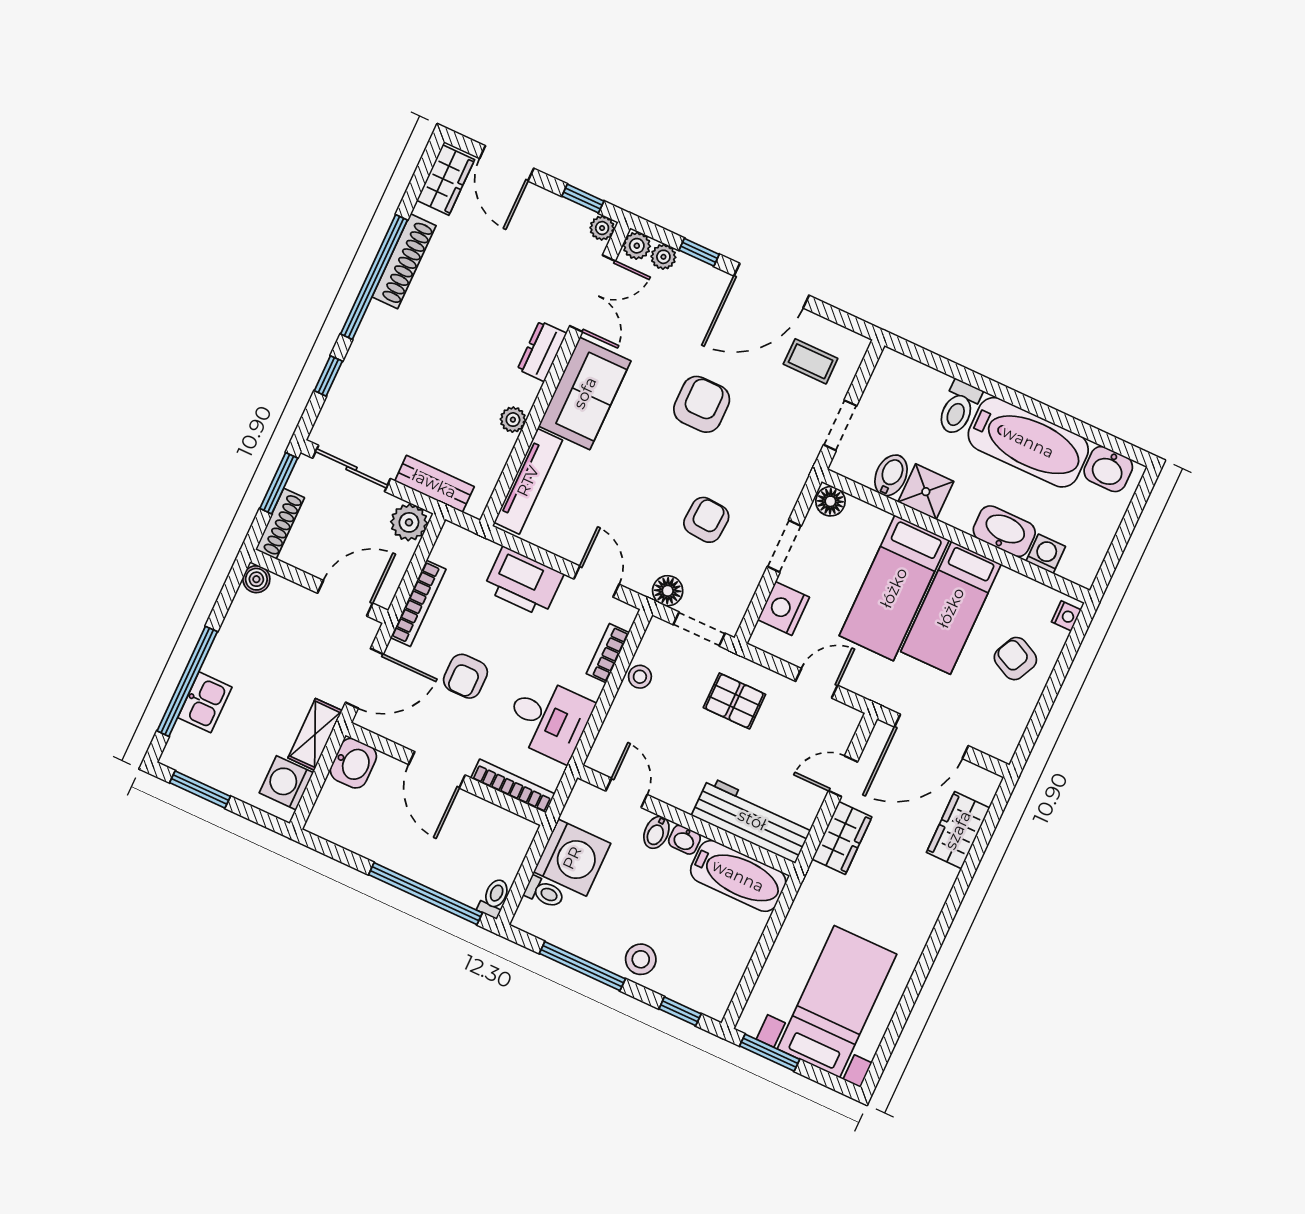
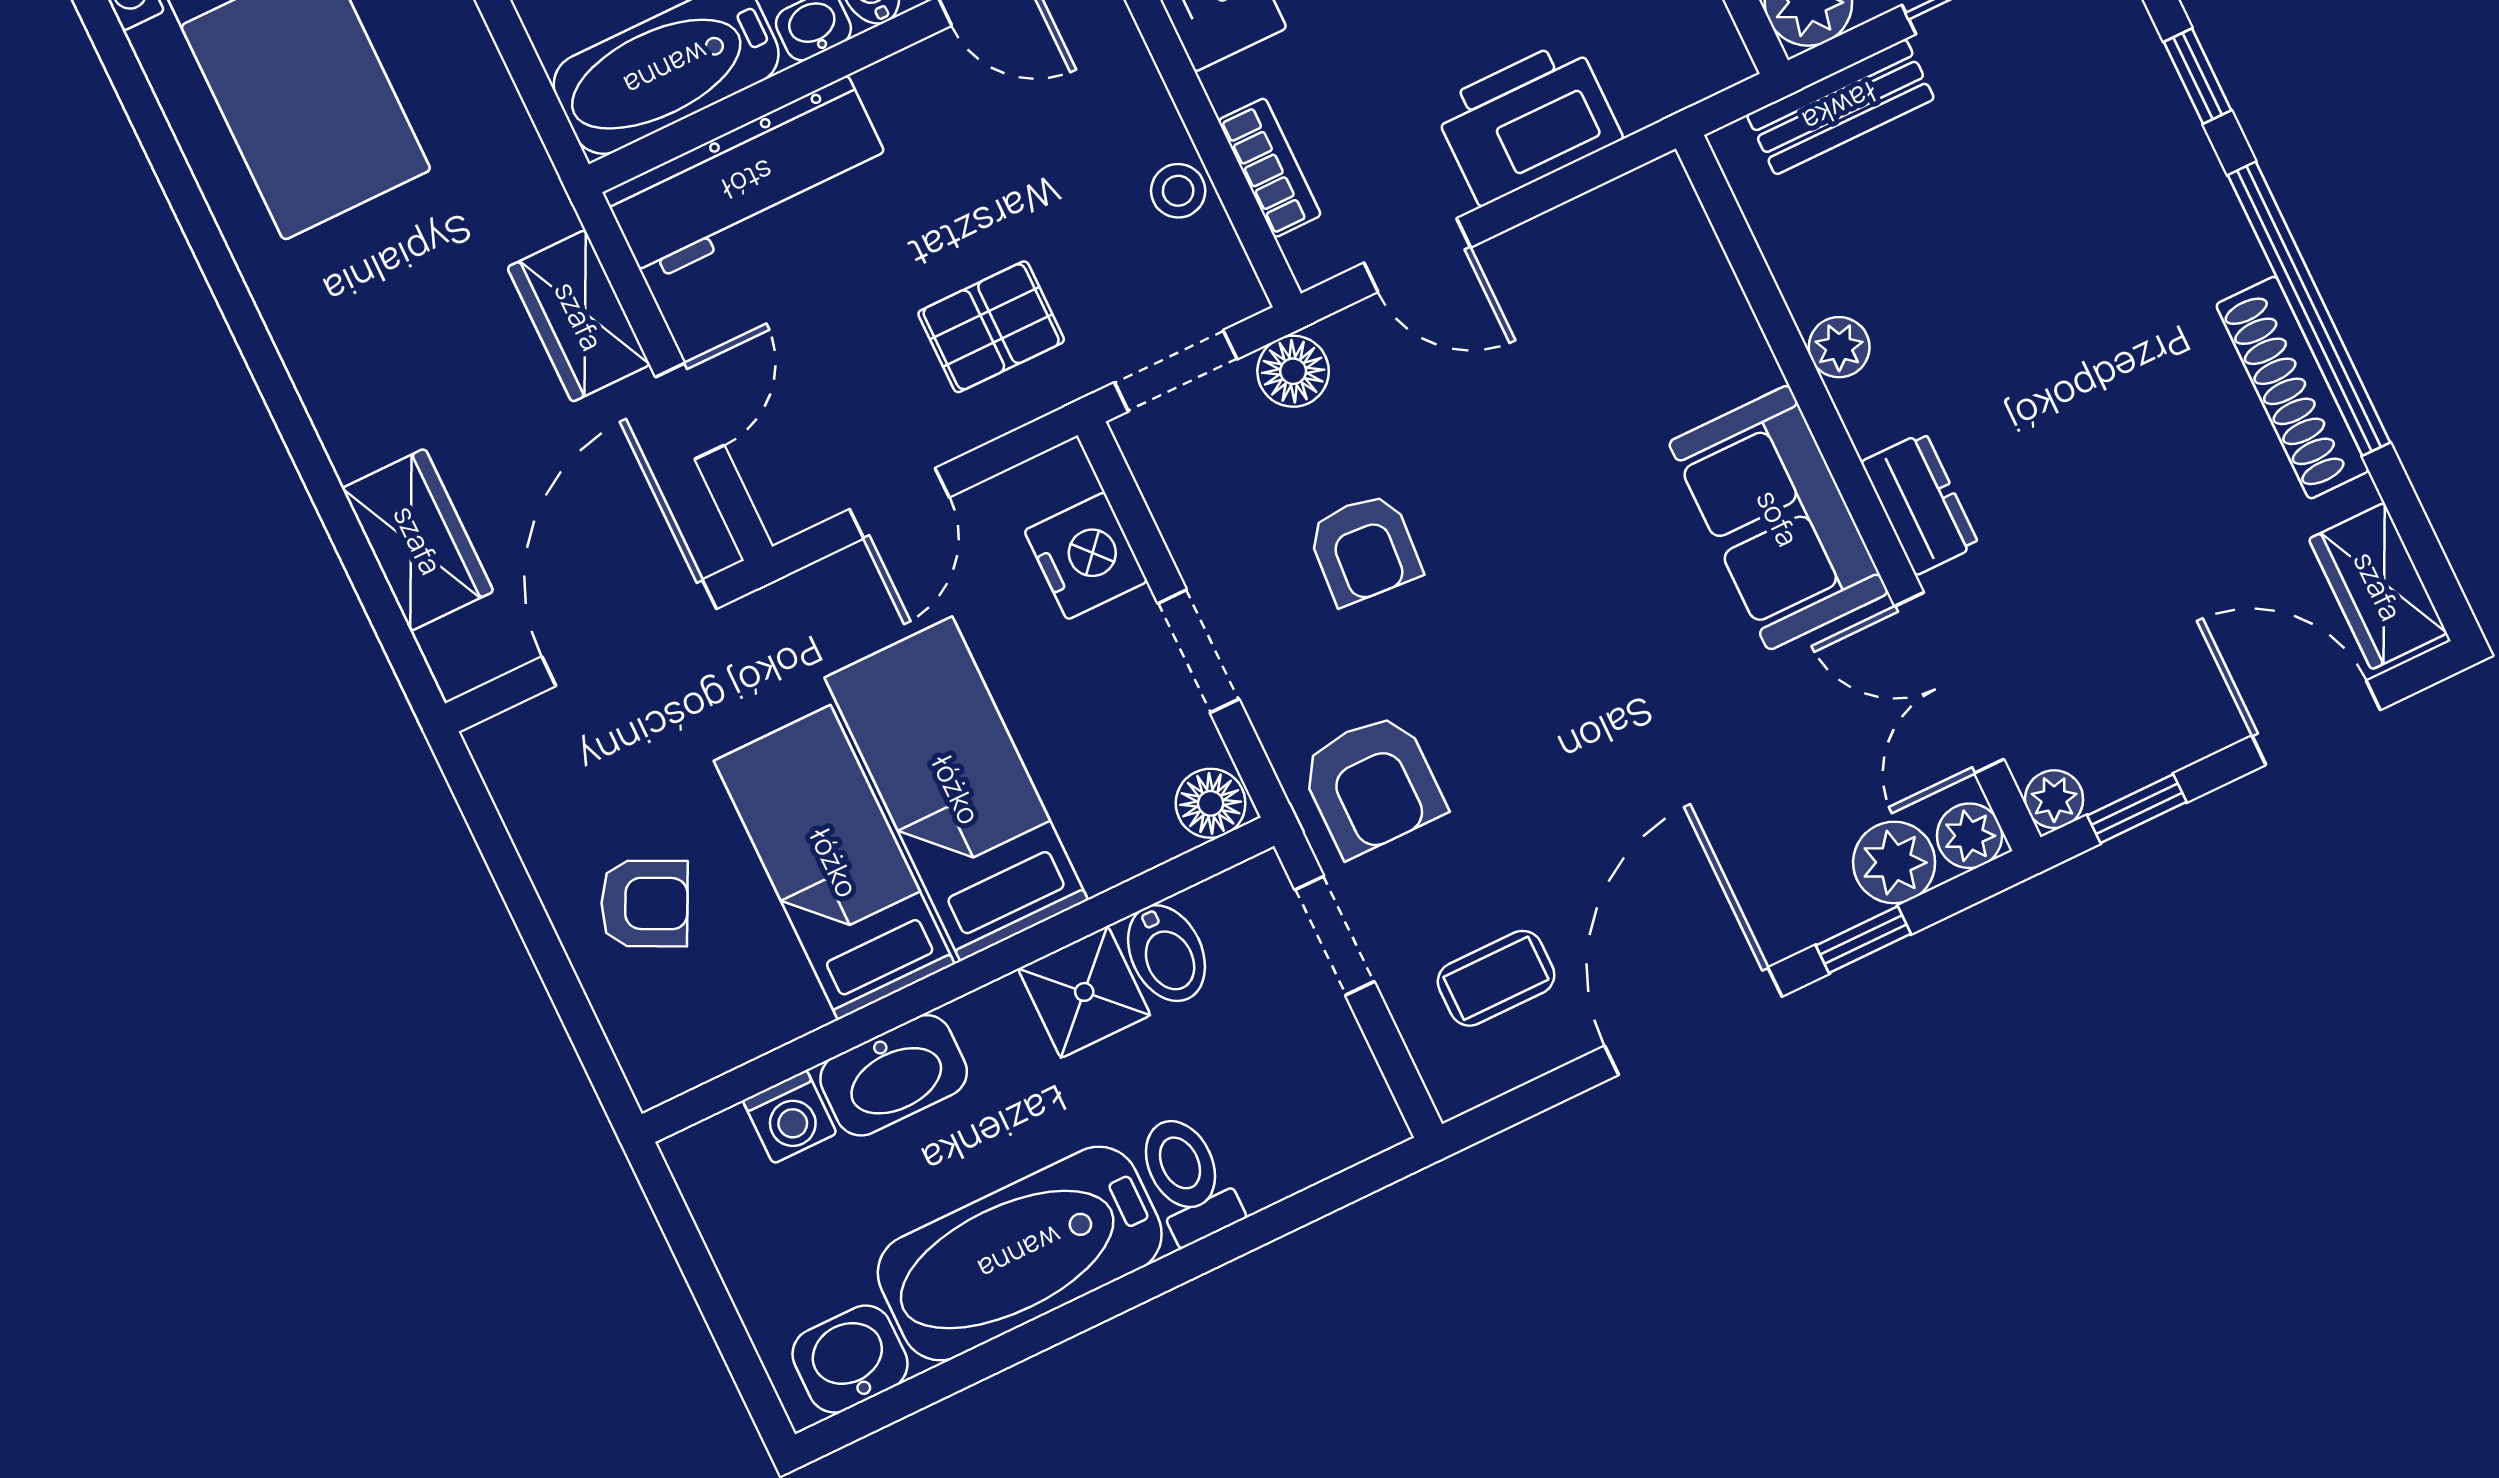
plant: (663, 257) -> (1894, 862), width x1.38, depth x1.38
armchair: (702, 404) -> (1372, 784), moved
tv unit: (528, 481) -> (1703, 282), removed
nightstand: (1066, 616) -> (645, 1061), removed

